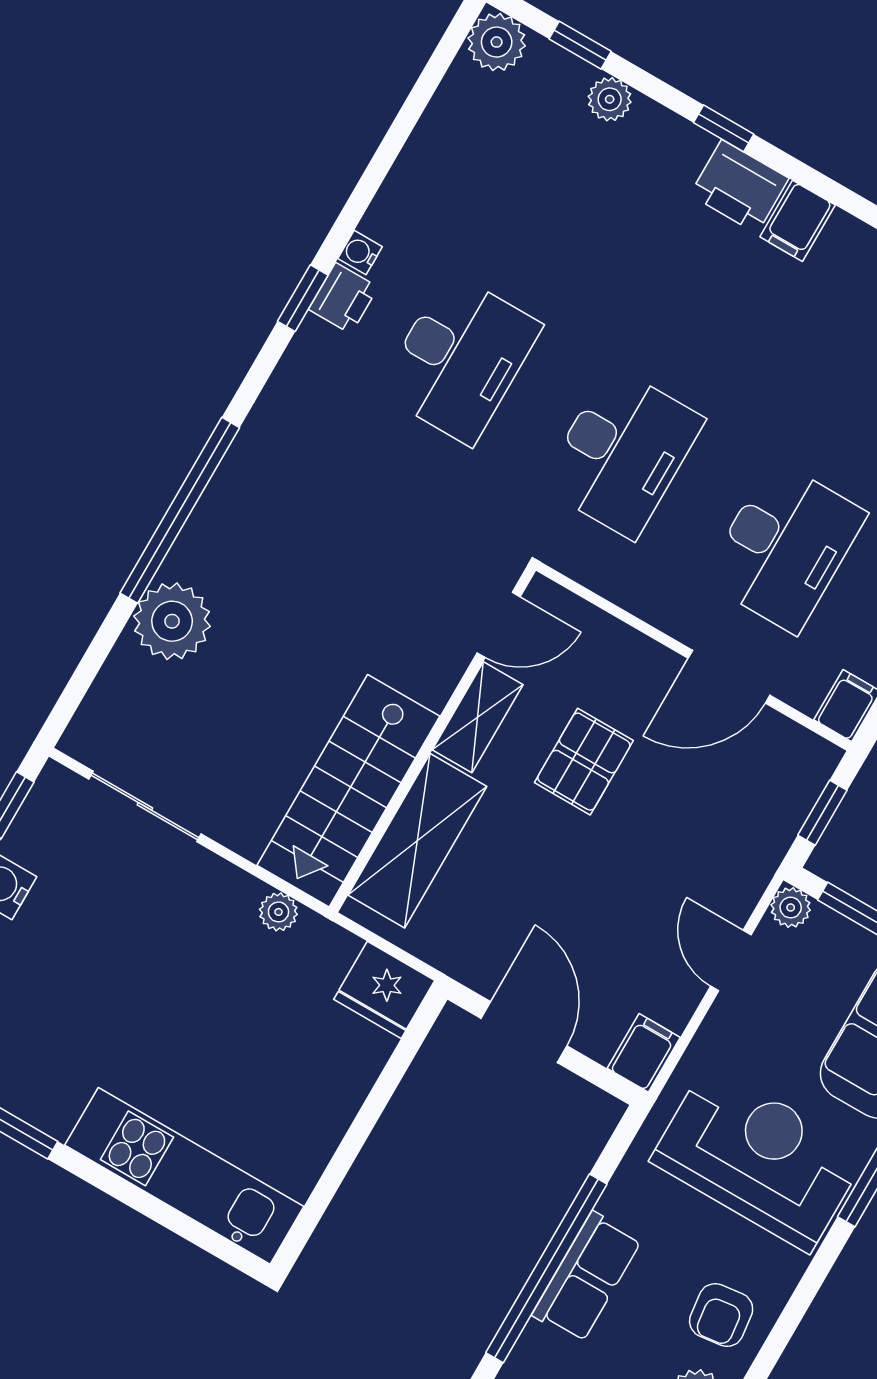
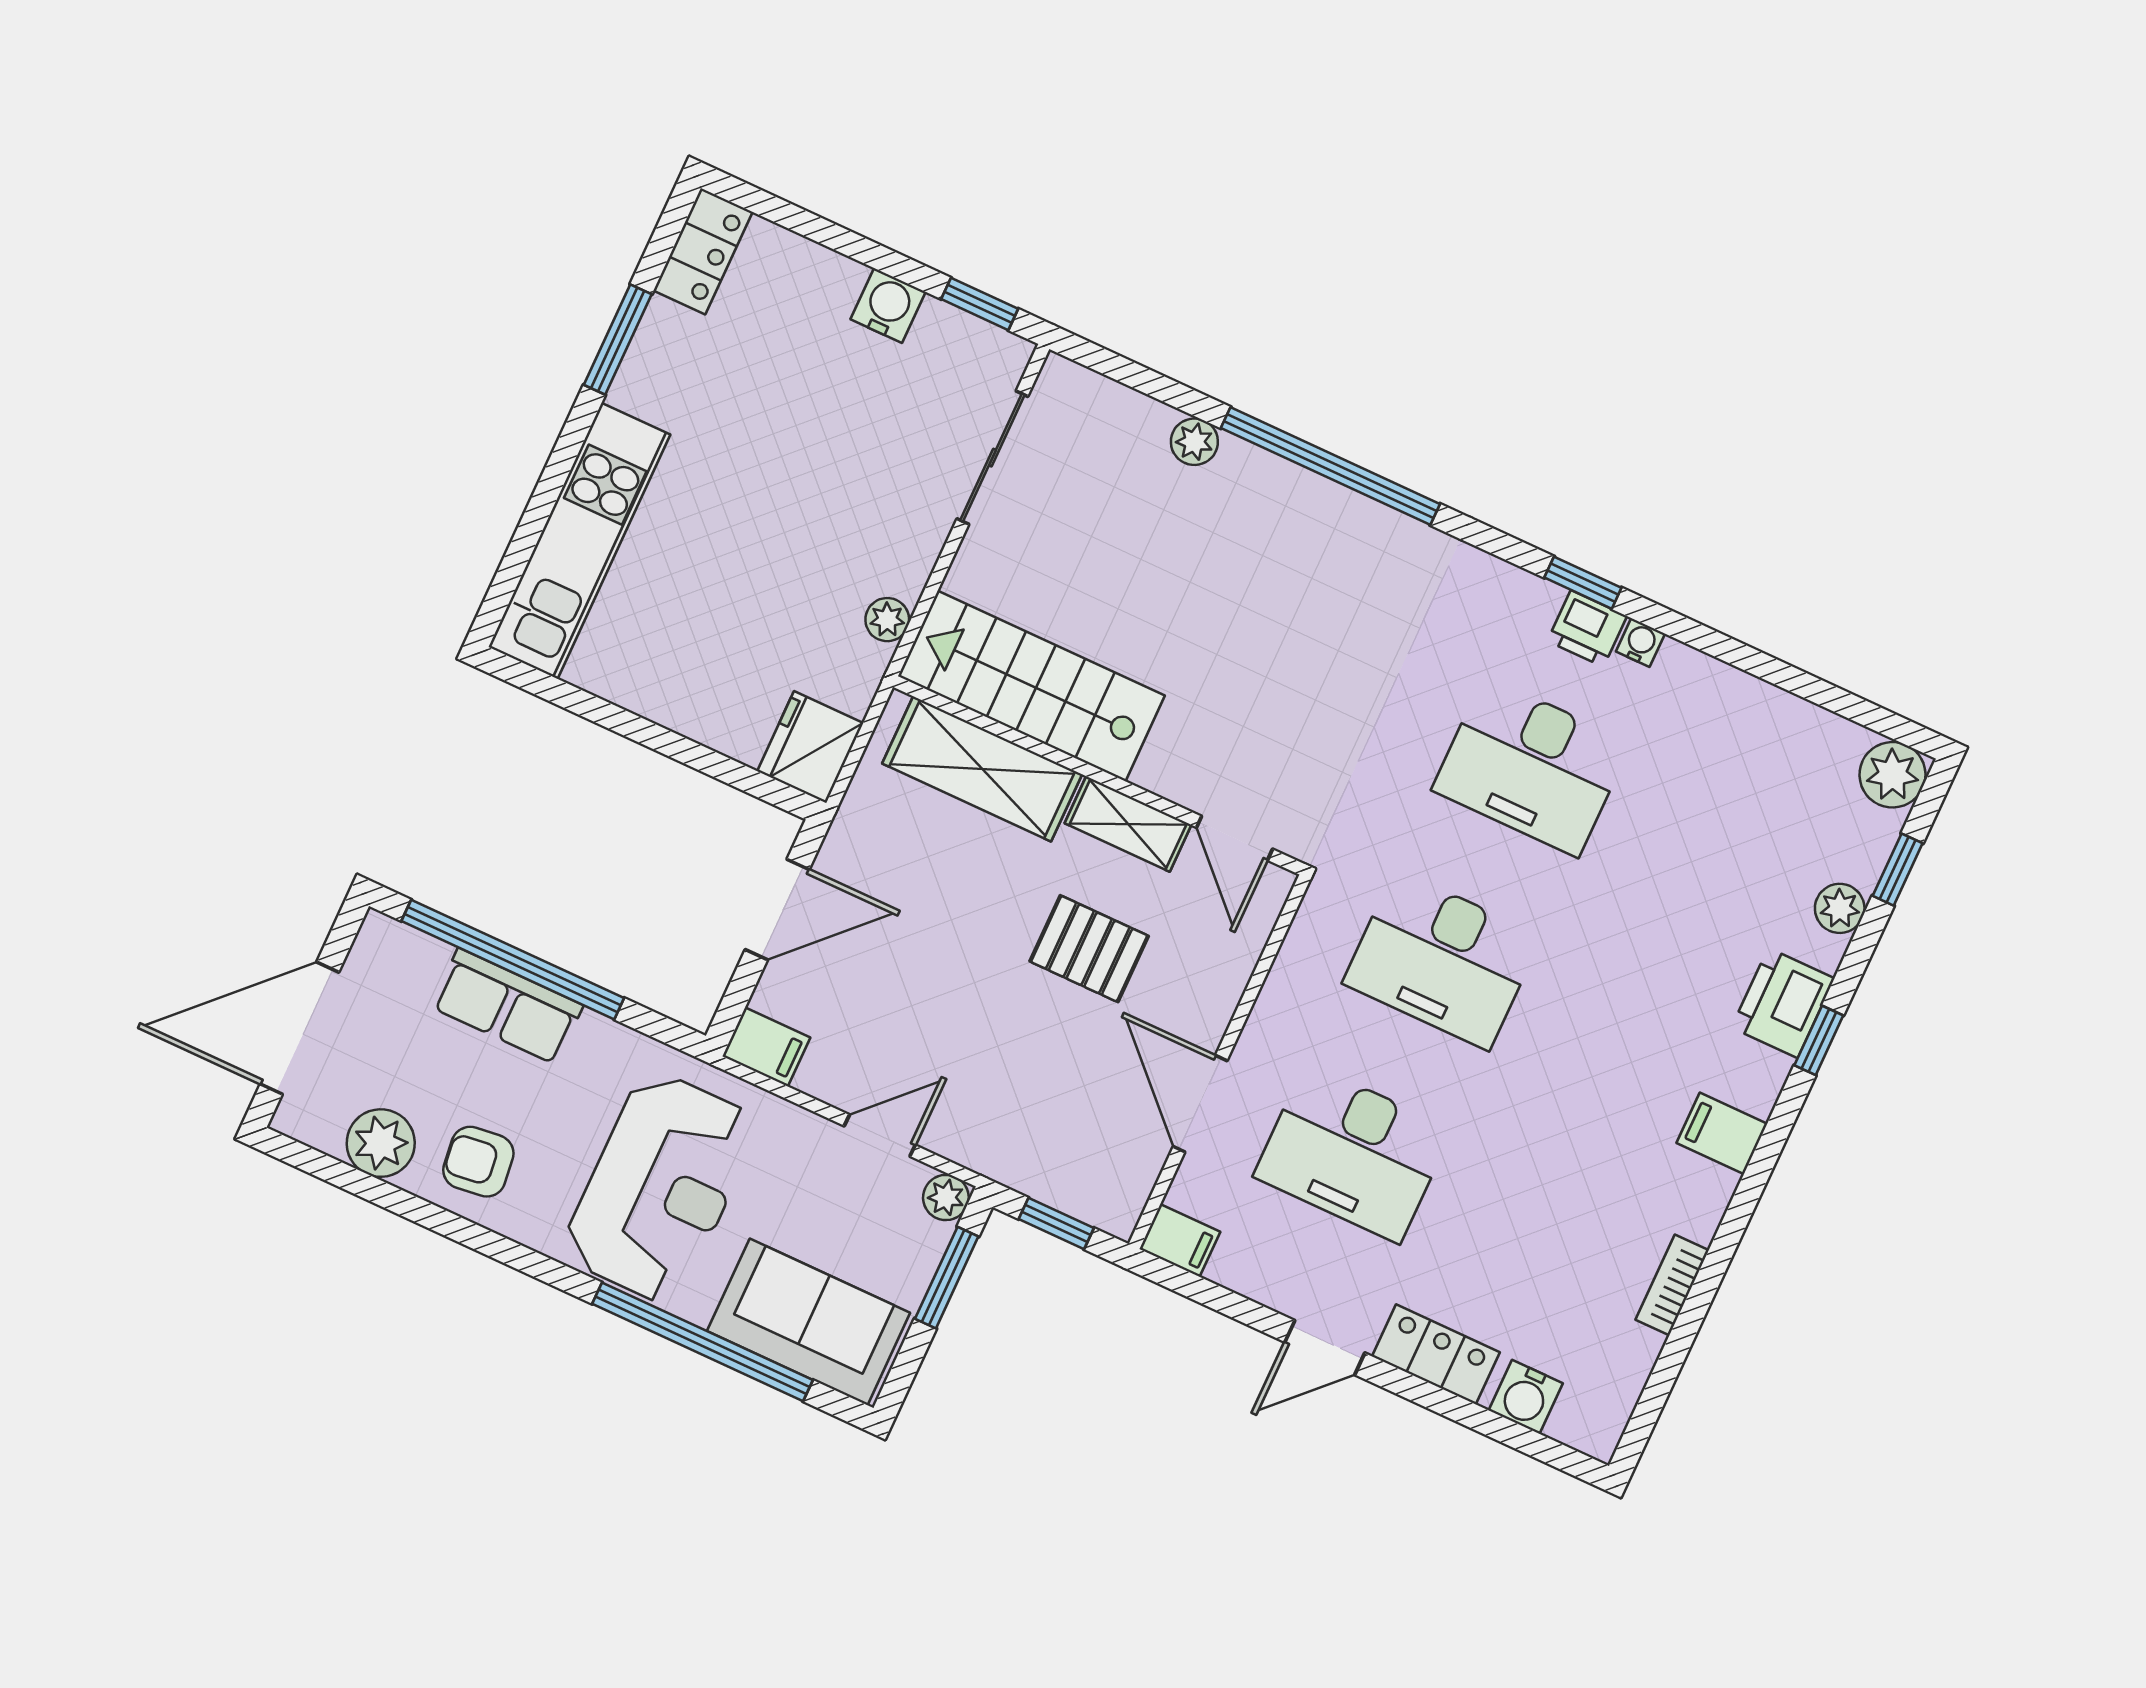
printer: (739, 187) -> (1783, 1003), moved
plant: (172, 621) -> (1194, 442), width x0.53, depth x0.53

